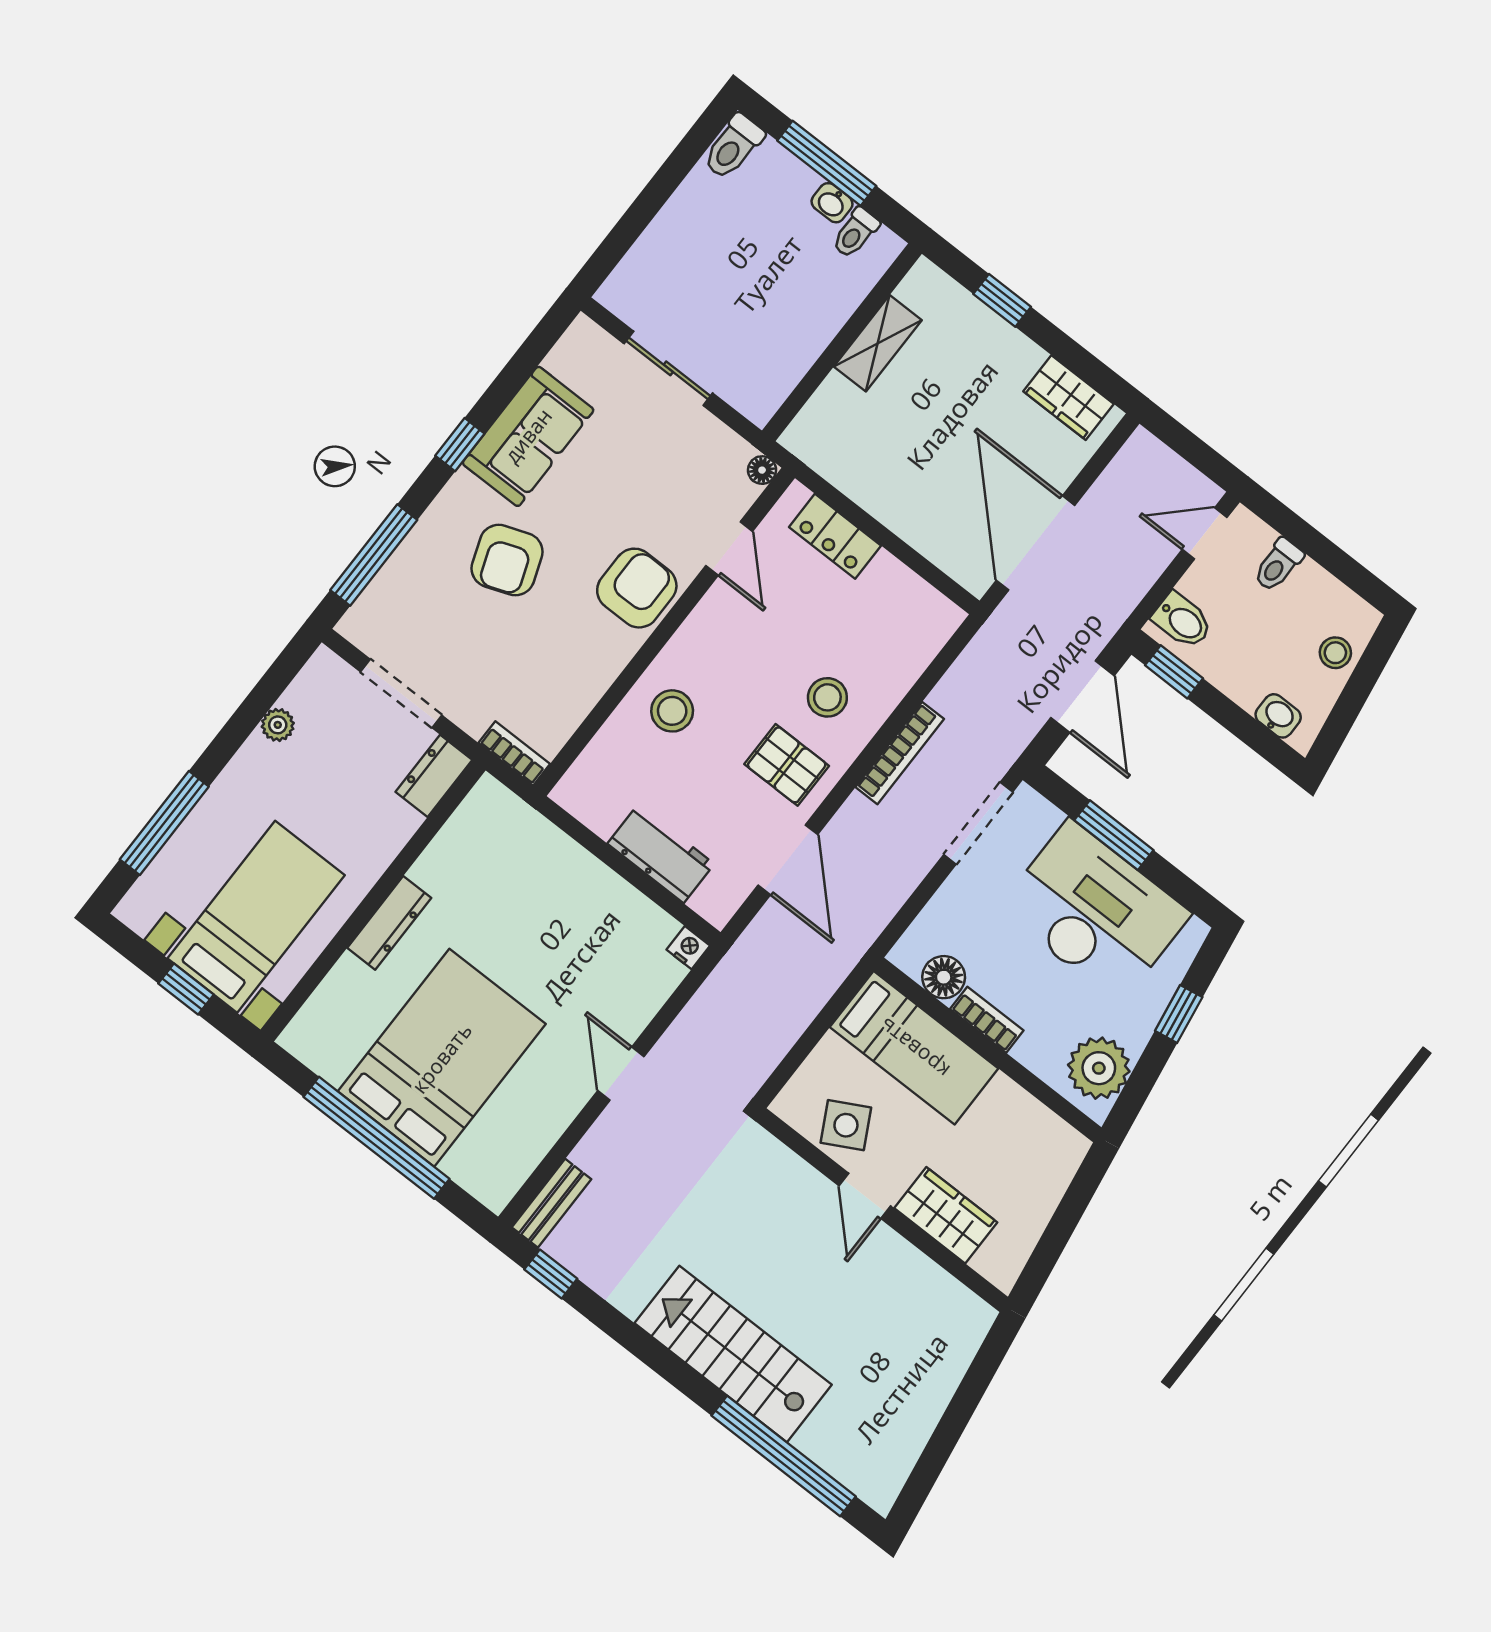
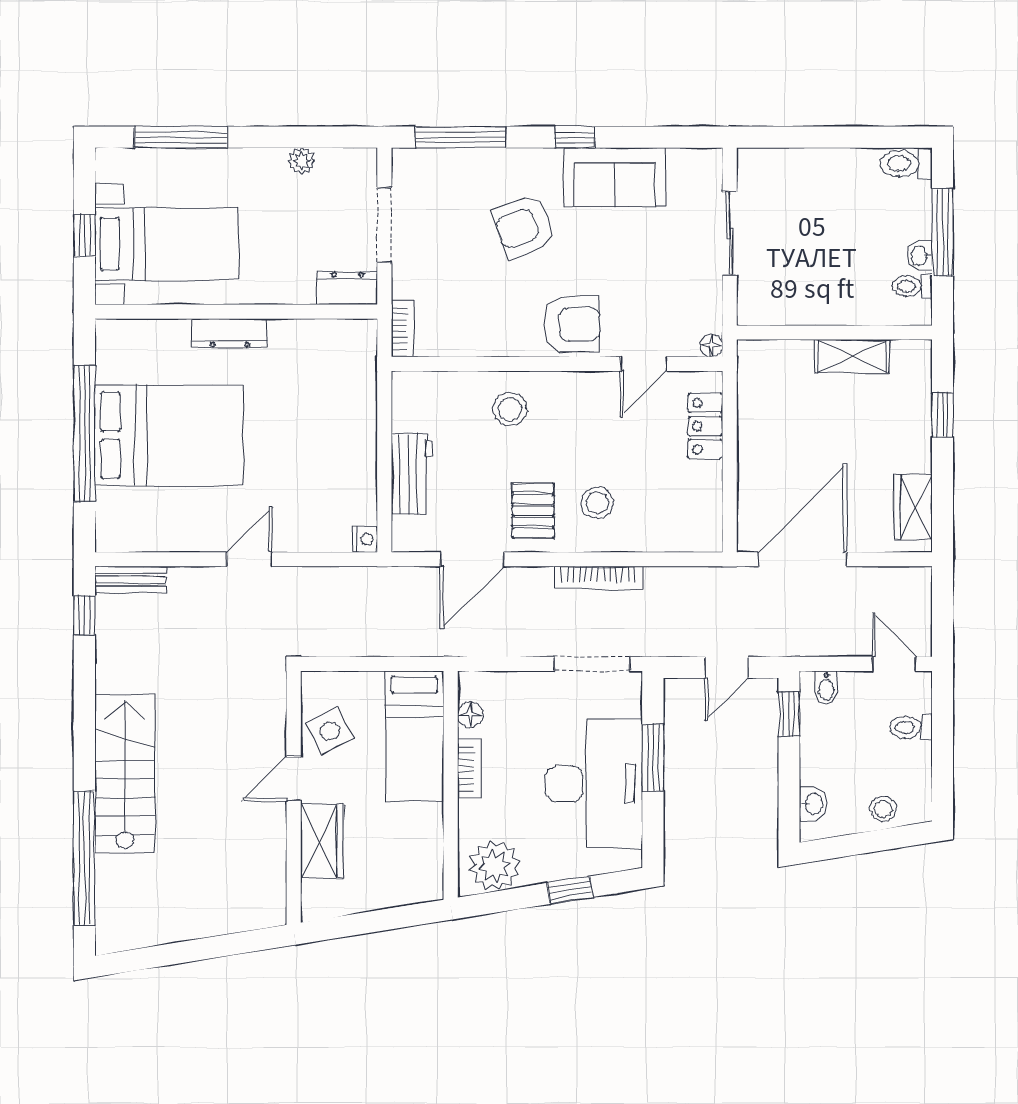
bidet: (1182, 621) -> (826, 688), width x0.72, depth x0.74
door: (1083, 697) -> (727, 667), width x0.73
floor lamp: (944, 977) -> (470, 715), width x0.73, depth x0.73

